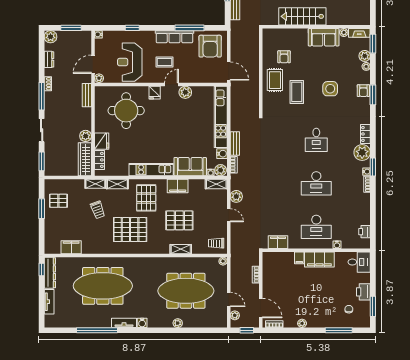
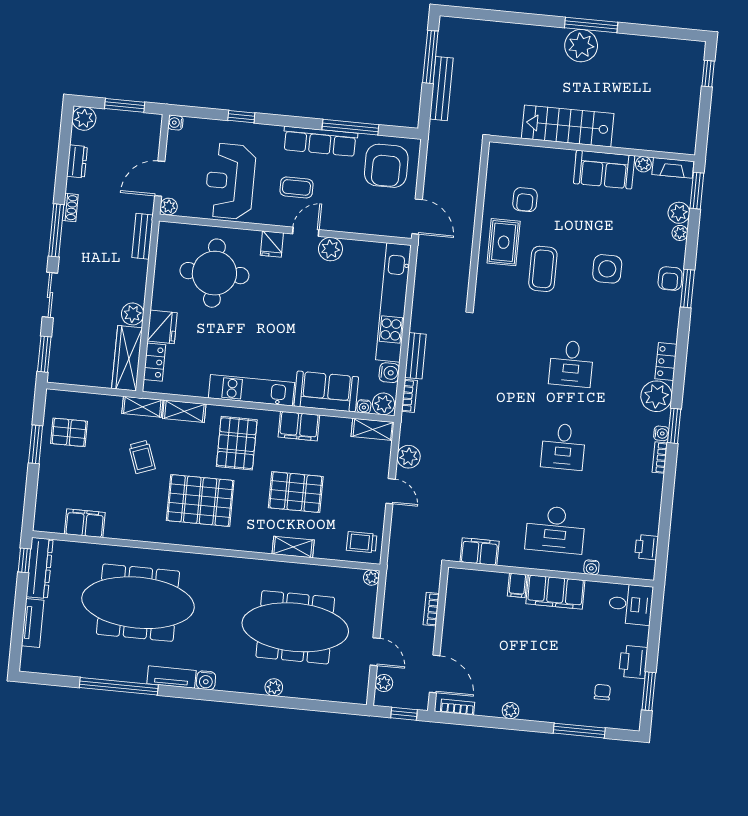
desk: (316, 183) -> (563, 447), width x0.73

